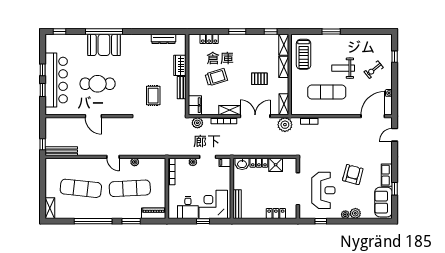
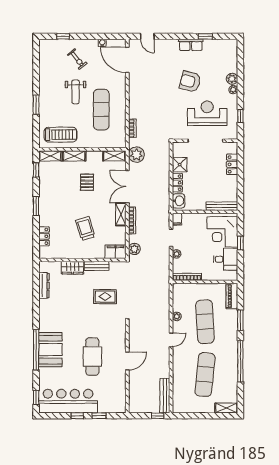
bar counter: (56, 80) -> (68, 401), moved
sofa: (384, 202) -> (220, 48), removed

